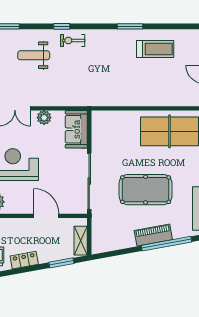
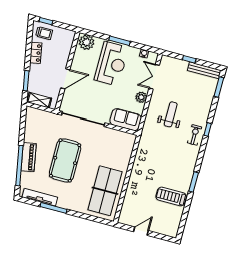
treadmill: (155, 49) -> (171, 196), turned 90
weight bench: (34, 55) -> (171, 114), moved

